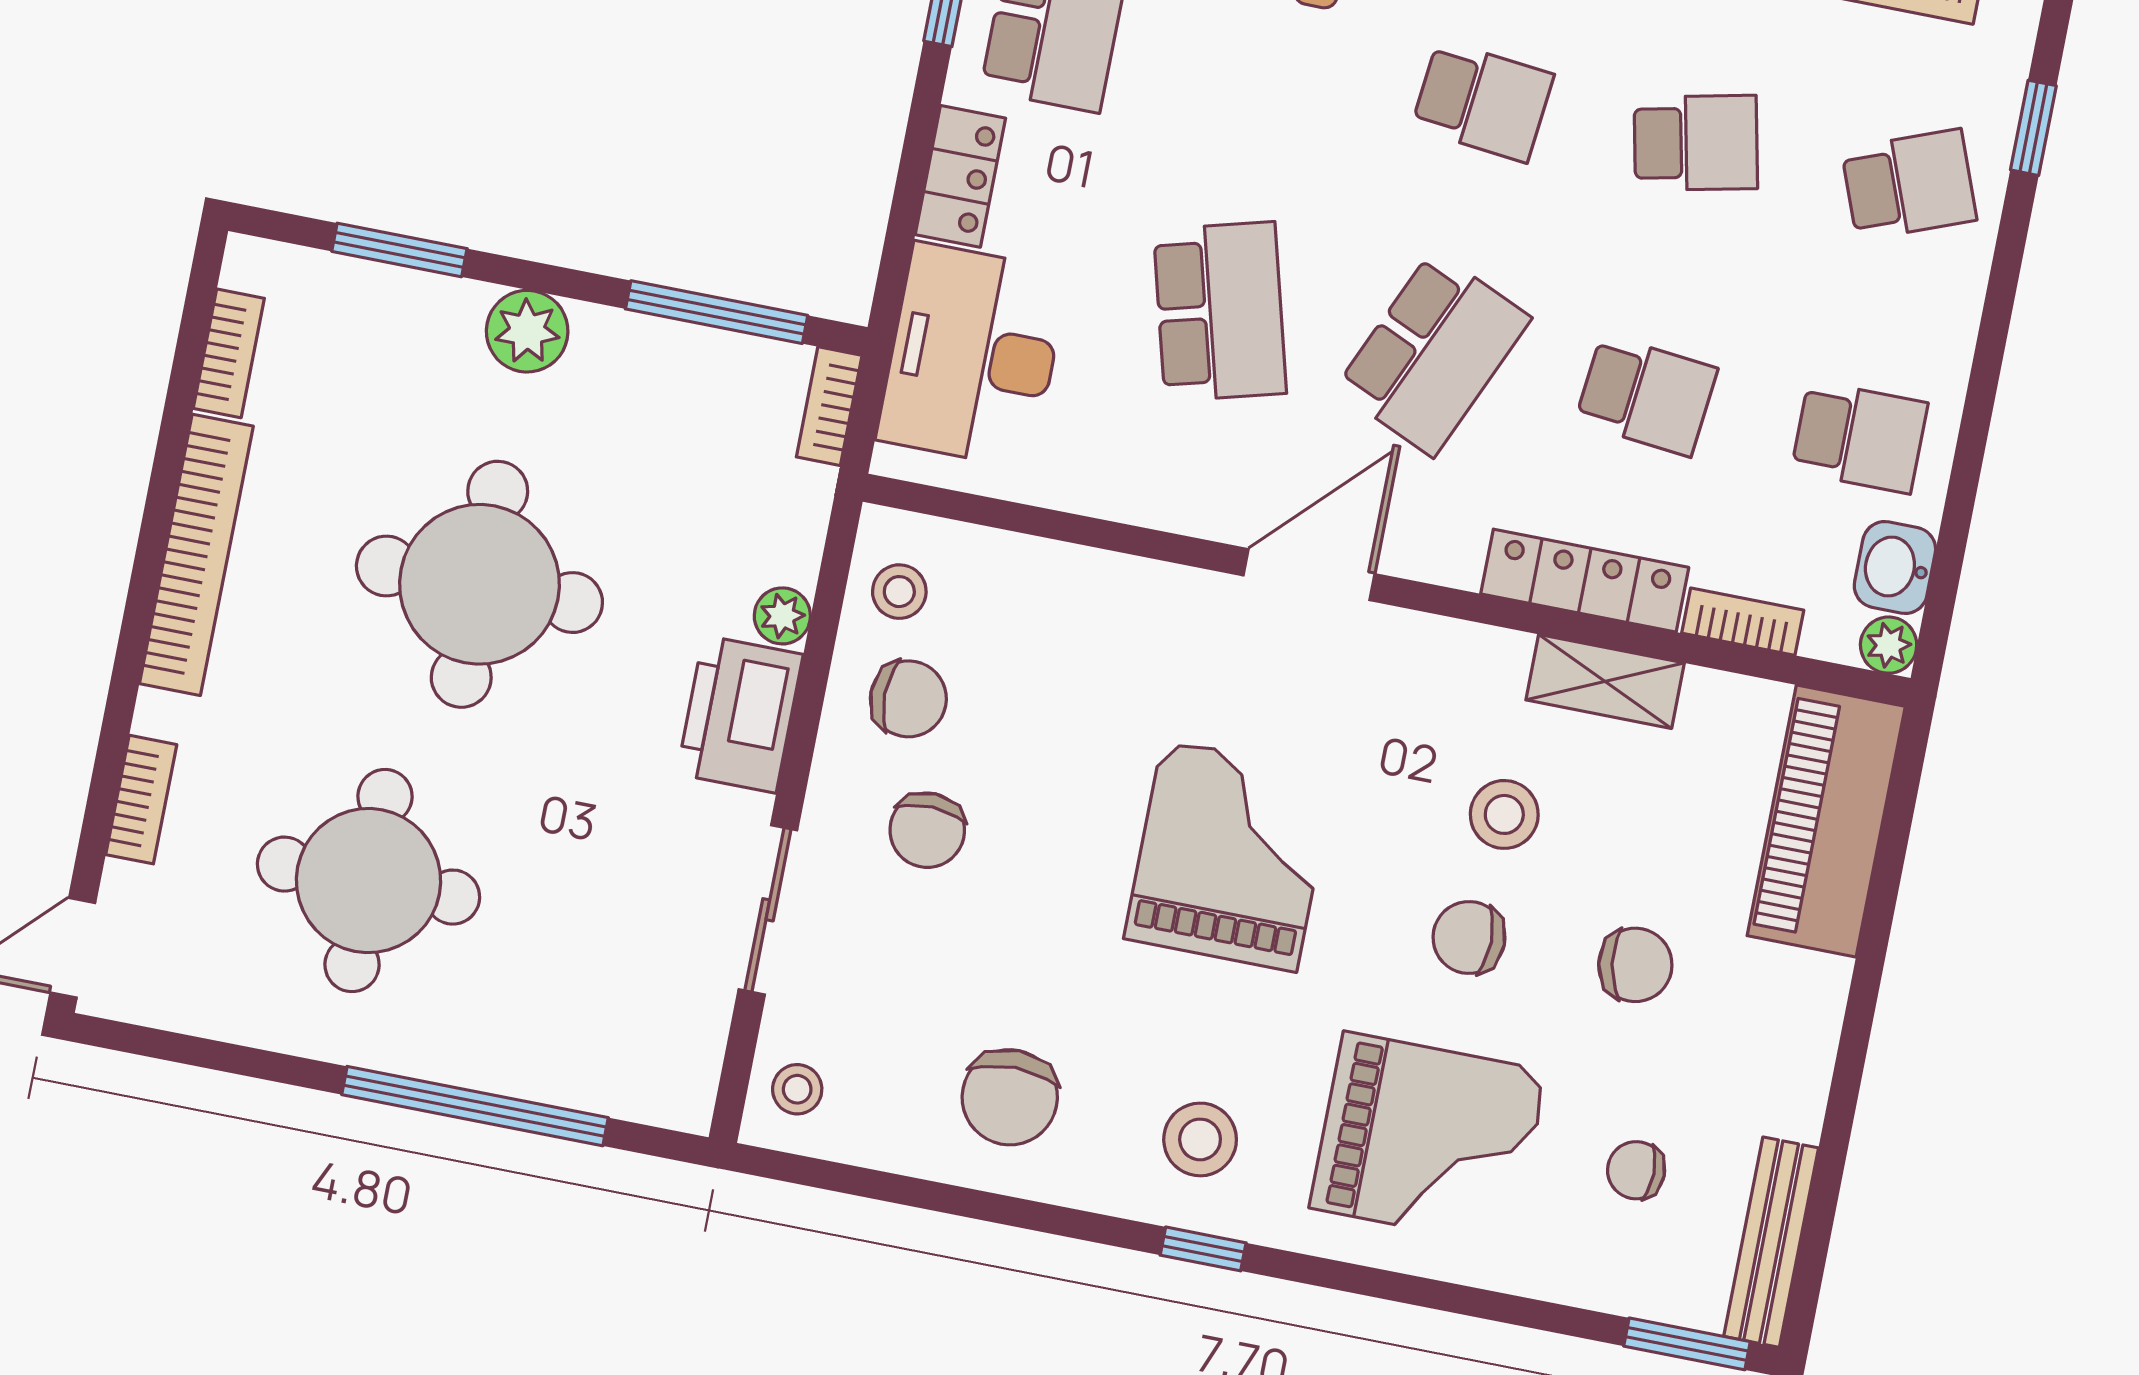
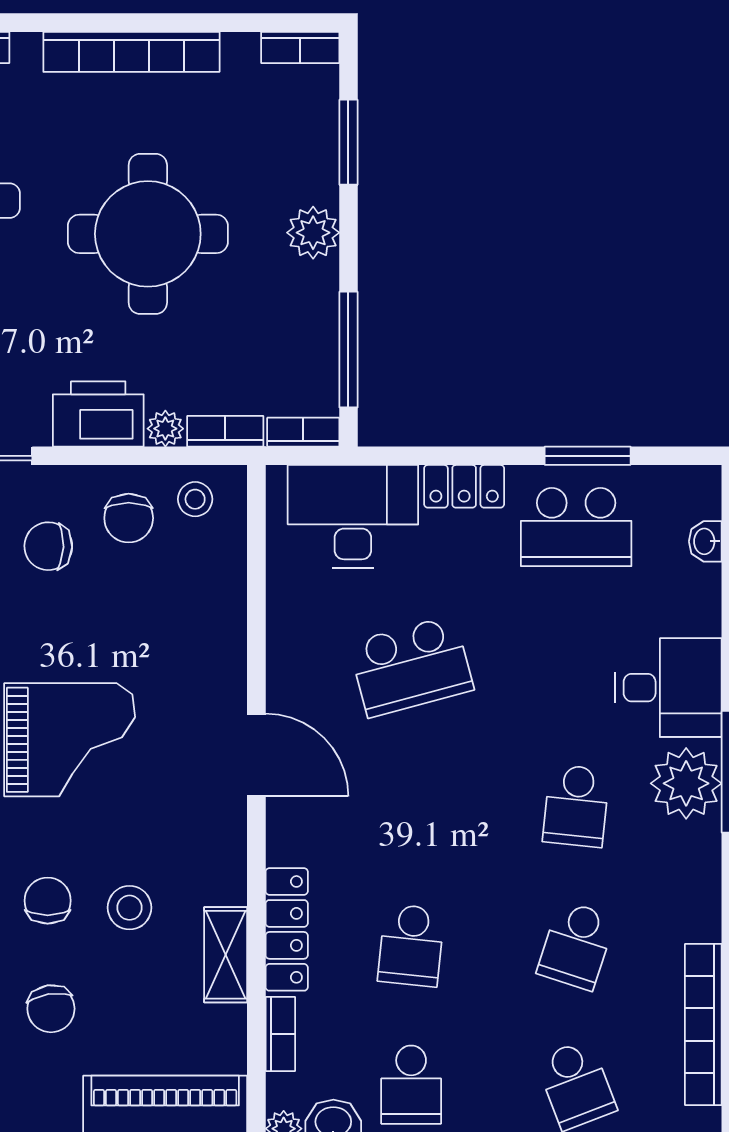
school desk: (1696, 143) -> (576, 945), turned 30
bookcase: (229, 353) -> (300, 48), moved
school desk: (1433, 353) -> (411, 806), removed
bookcase: (805, 525) -> (225, 431), added

